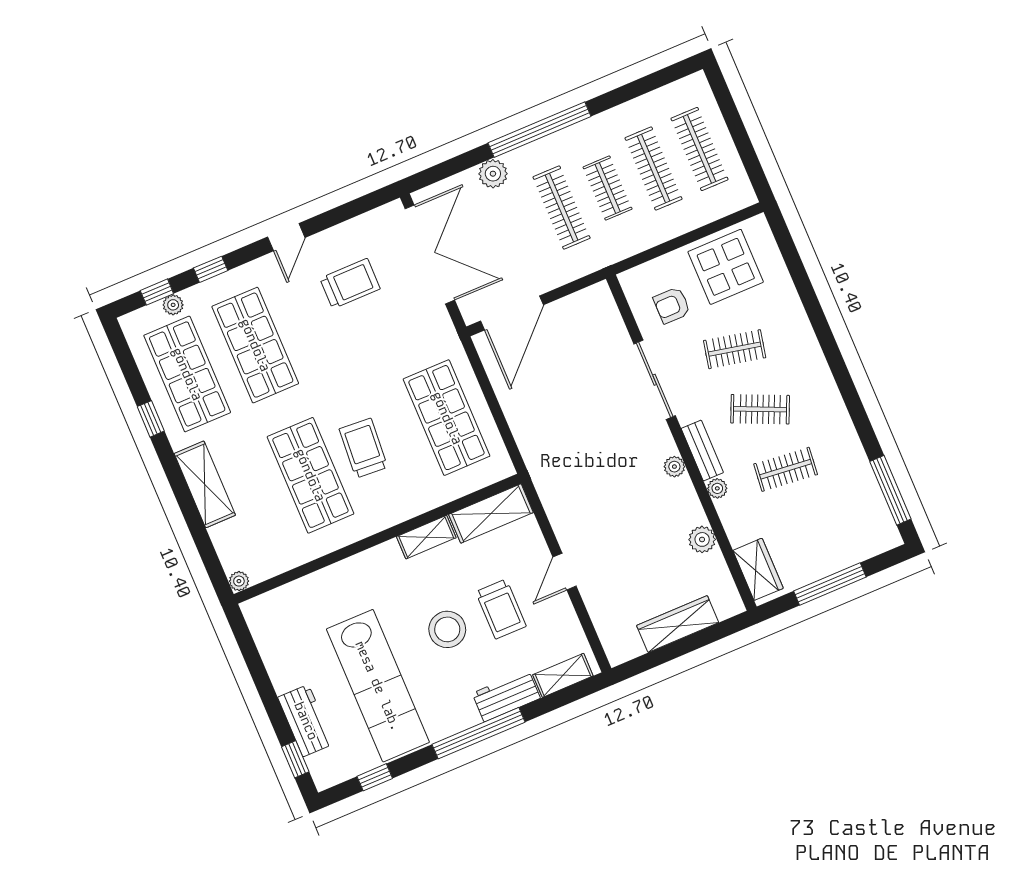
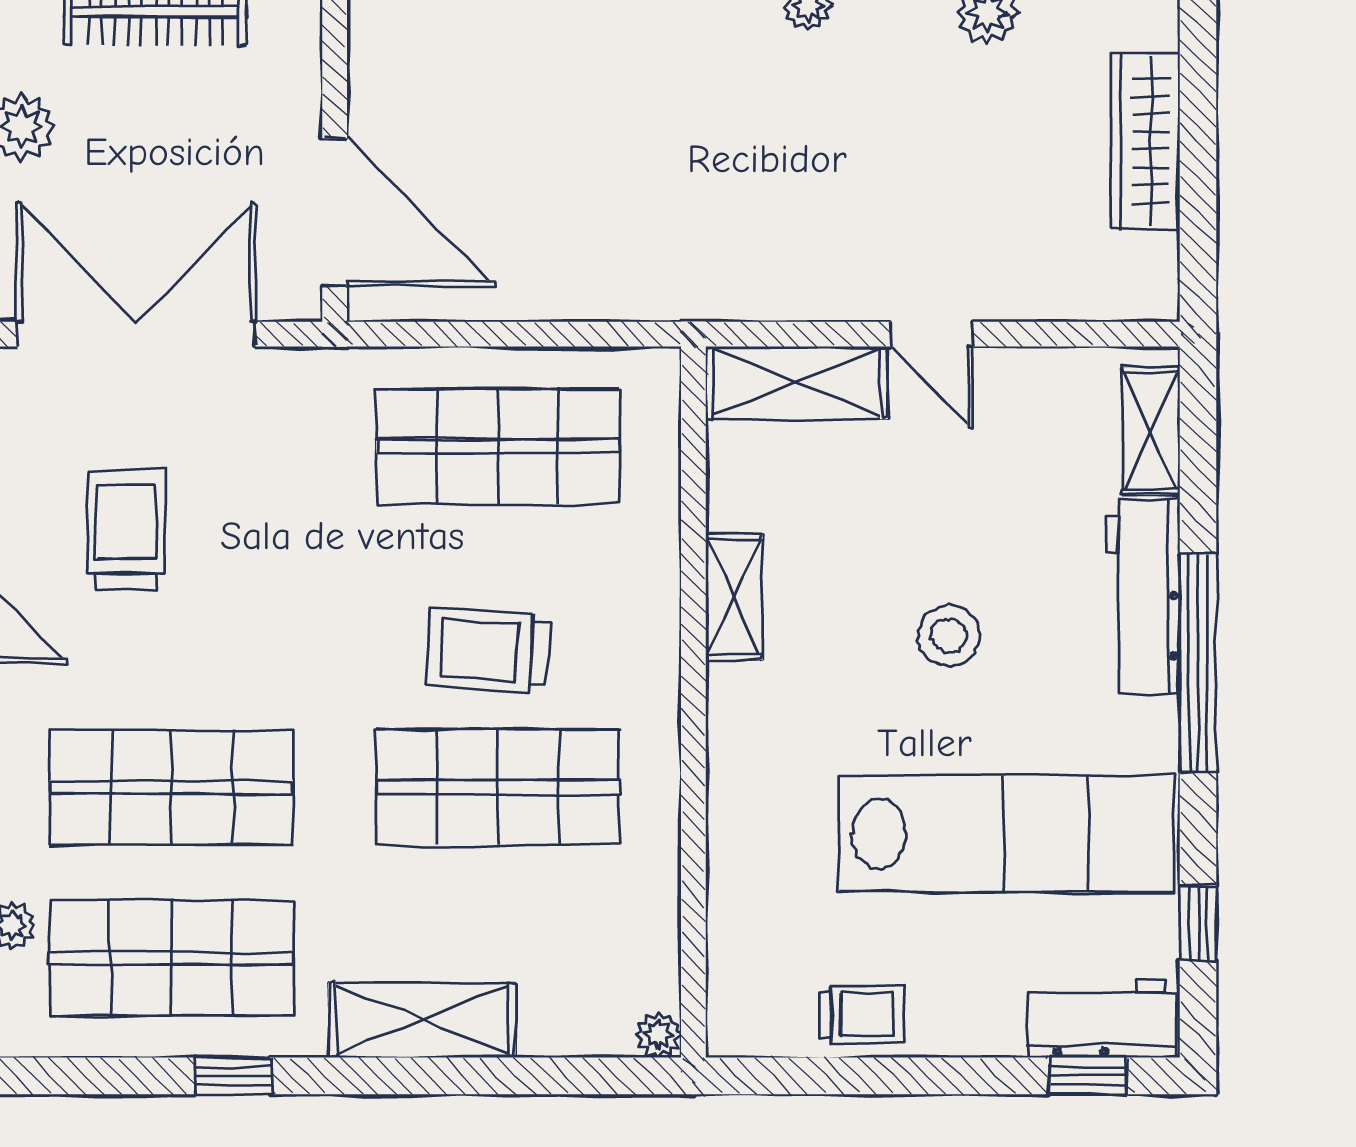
shelving: (491, 513) -> (797, 383), moved, turned 90
trolley: (501, 609) -> (861, 1014), moved, width x0.73, depth x0.72
stool: (447, 629) -> (949, 636), width x0.73, depth x0.73
workbench: (506, 696) -> (1143, 597), width x1.38
workbench: (306, 721) -> (1103, 1019), moved

